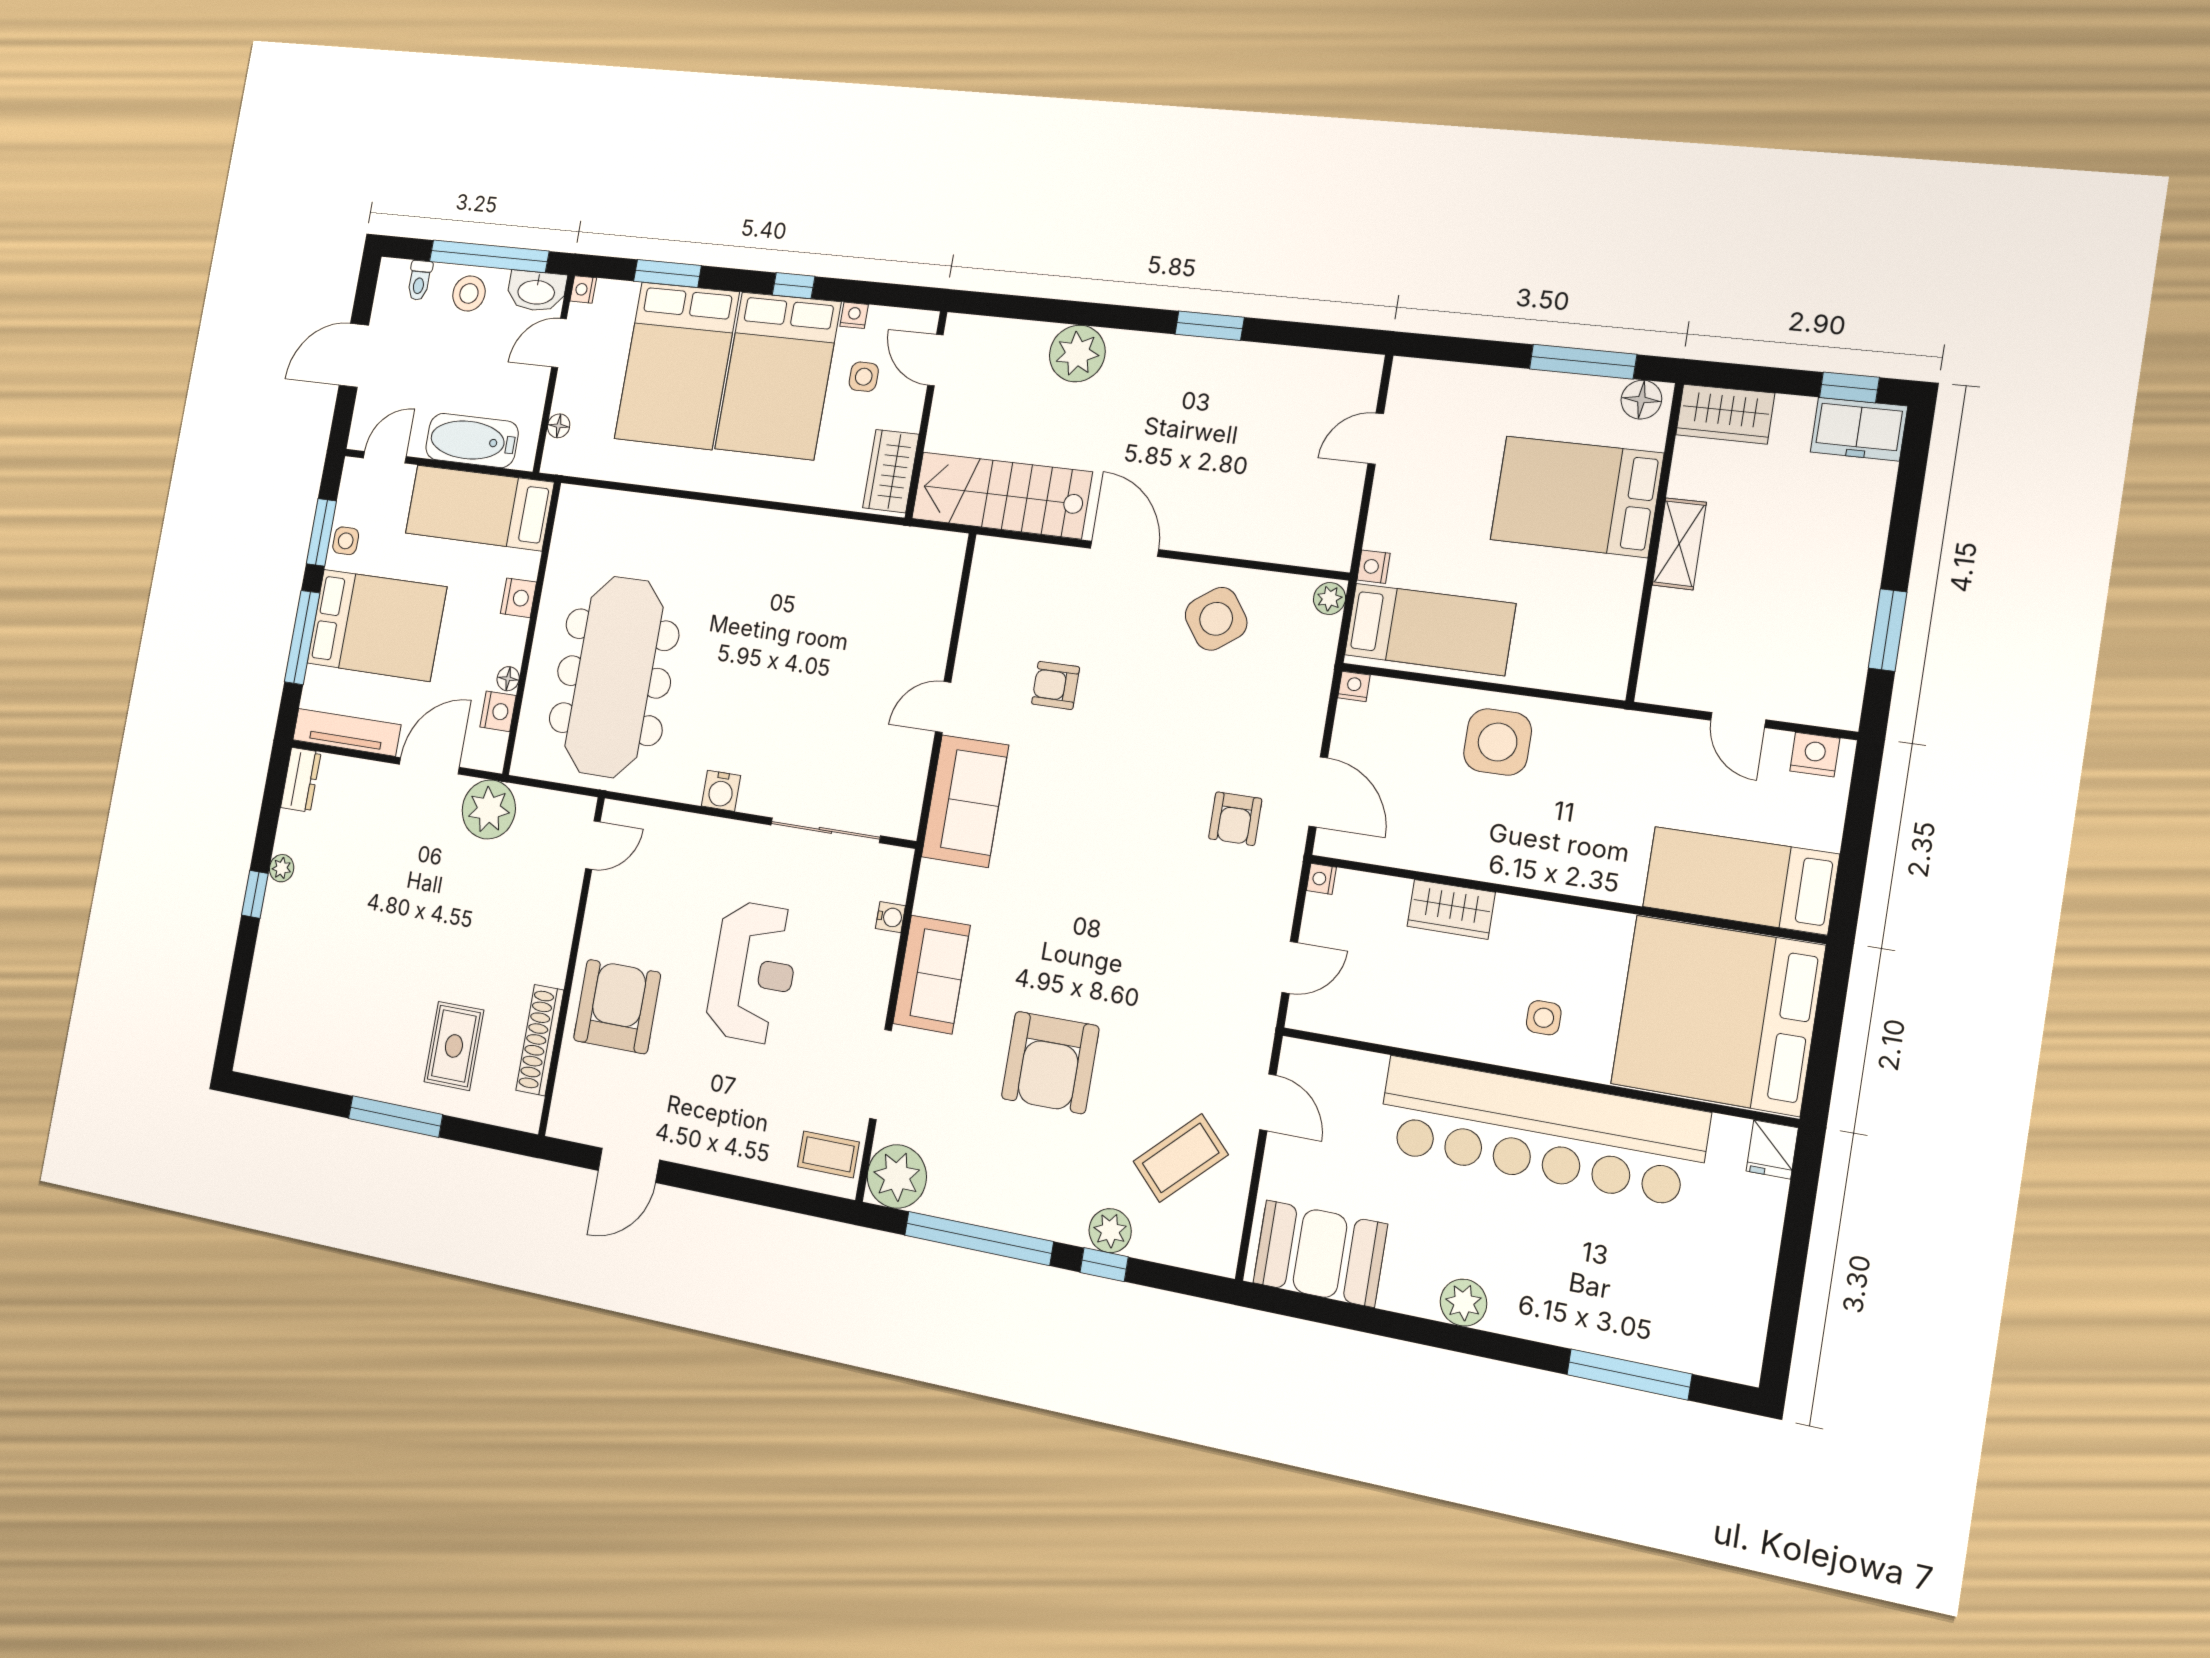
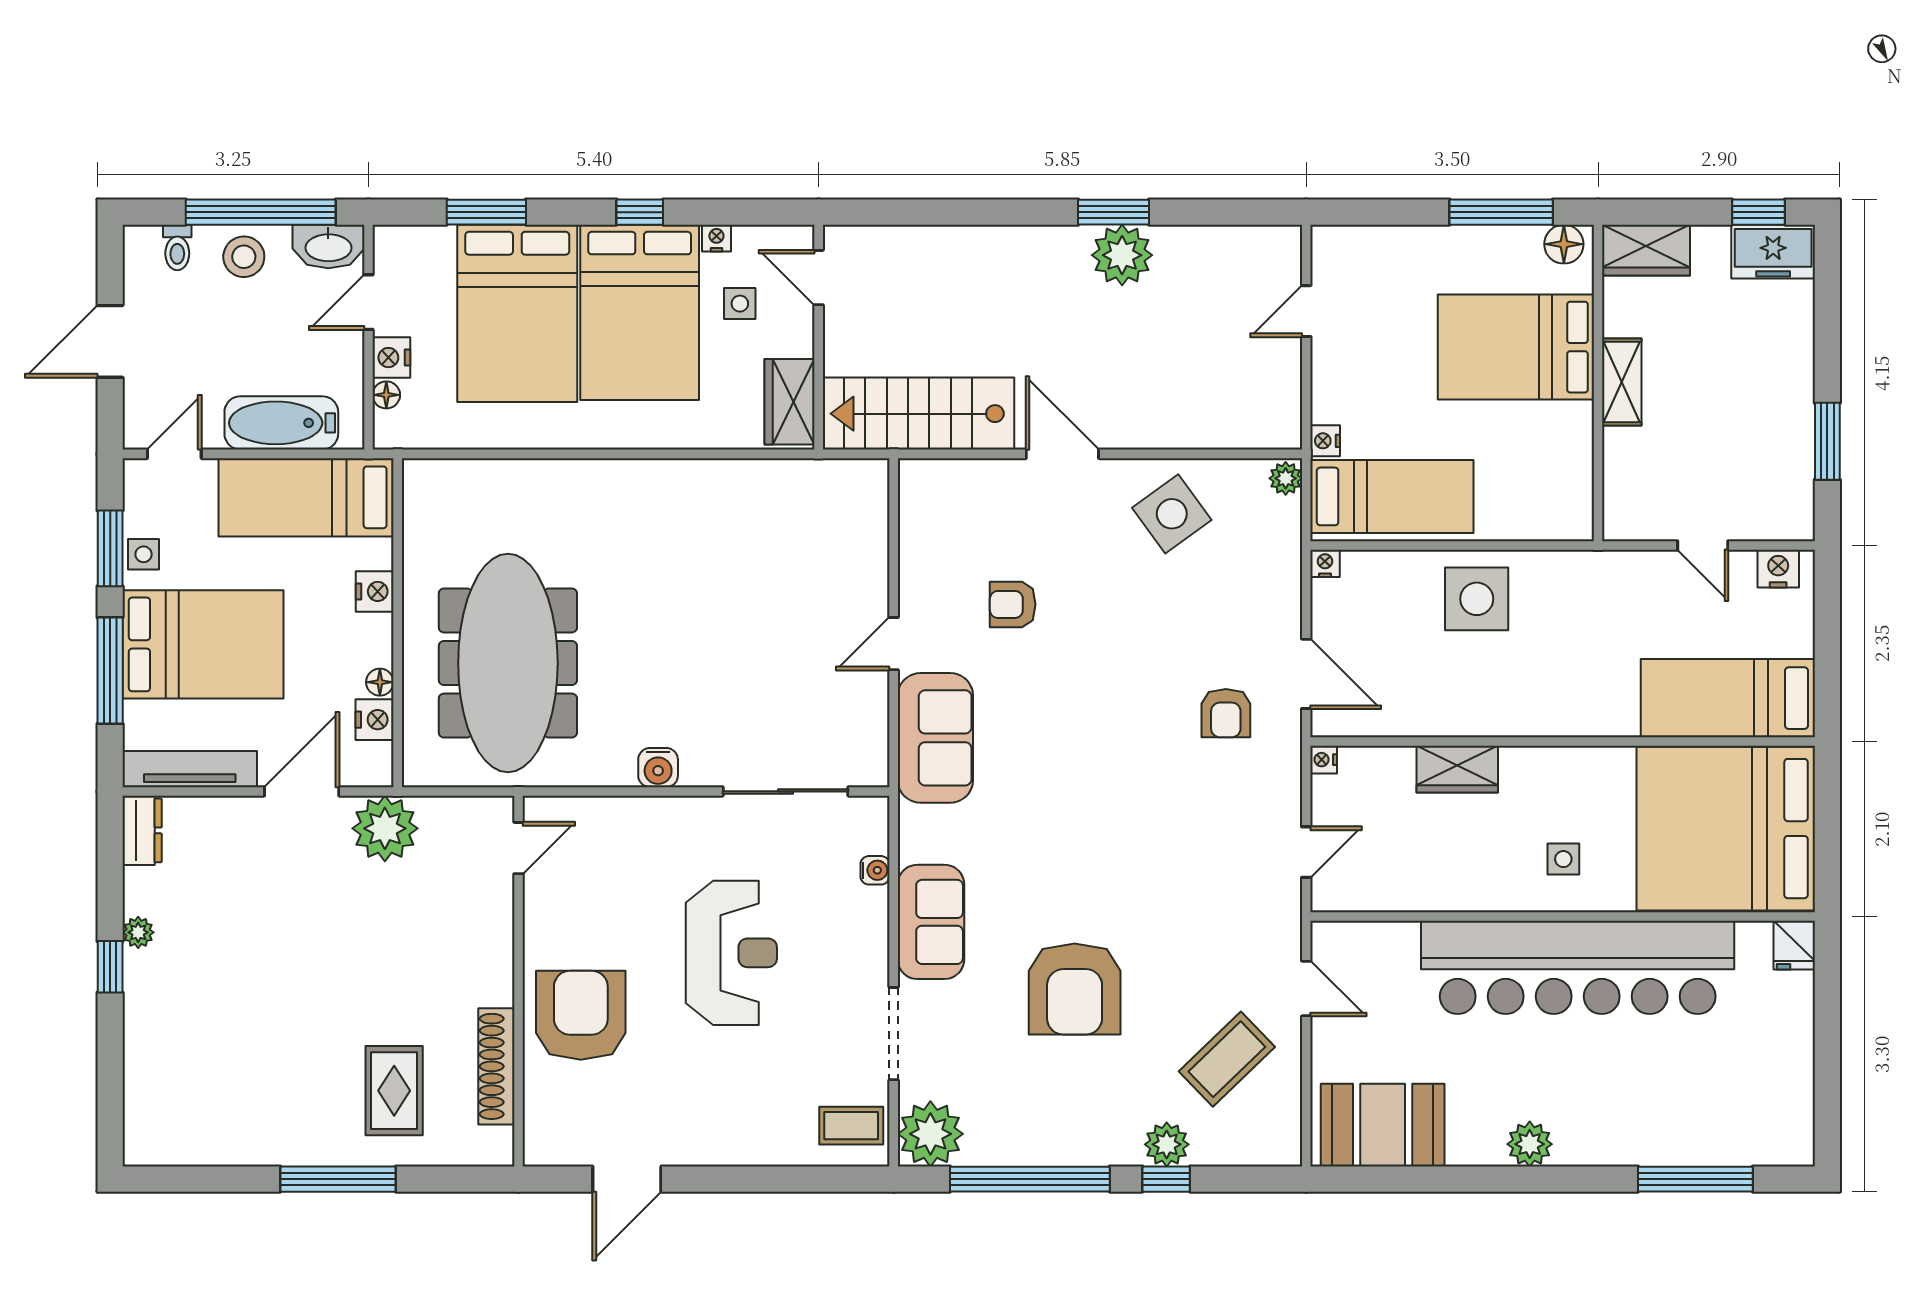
nightstand: (583, 290) -> (391, 358), moved, width x1.39, depth x1.35
plant: (1077, 354) -> (1122, 255), moved

